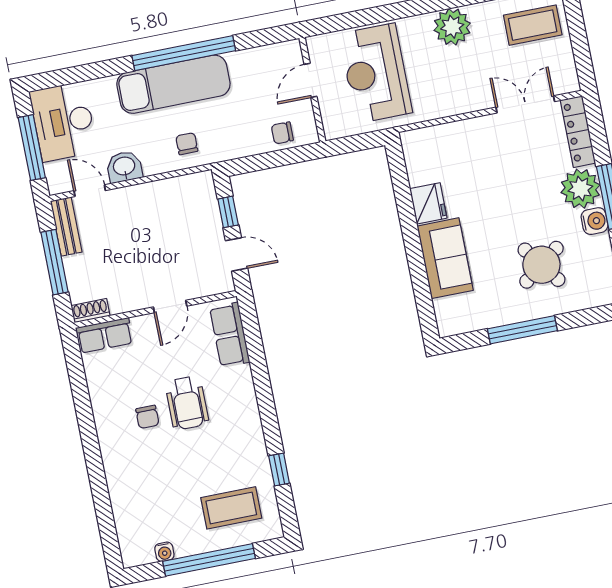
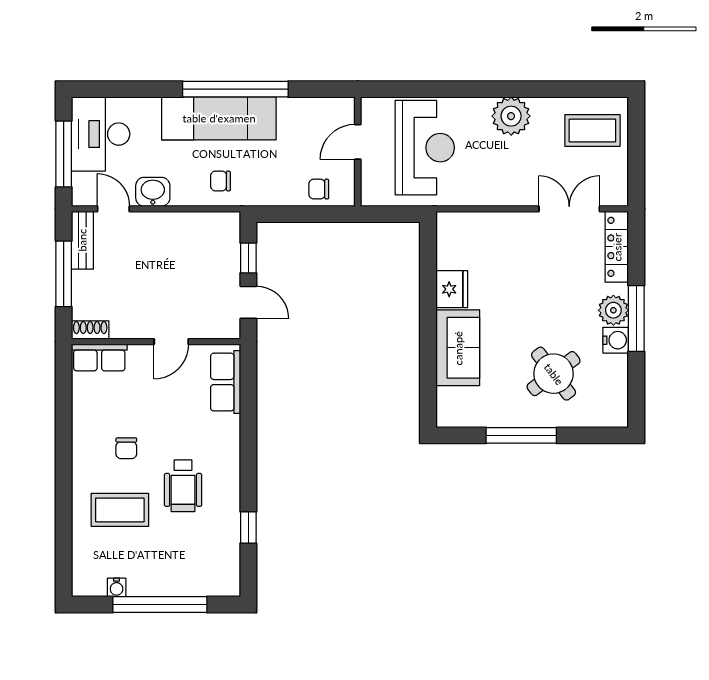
reception desk: (376, 73) -> (425, 148), turned 180
chair: (187, 144) -> (220, 181), turned -90
plant: (580, 189) -> (613, 310), width x0.73, depth x0.73
wheelchair: (187, 403) -> (183, 486), moved
coffee table: (231, 508) -> (120, 510), moved

